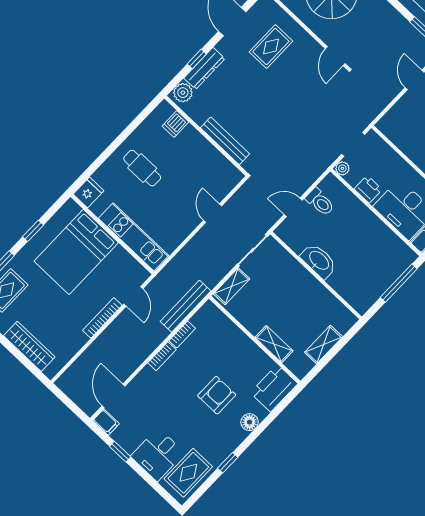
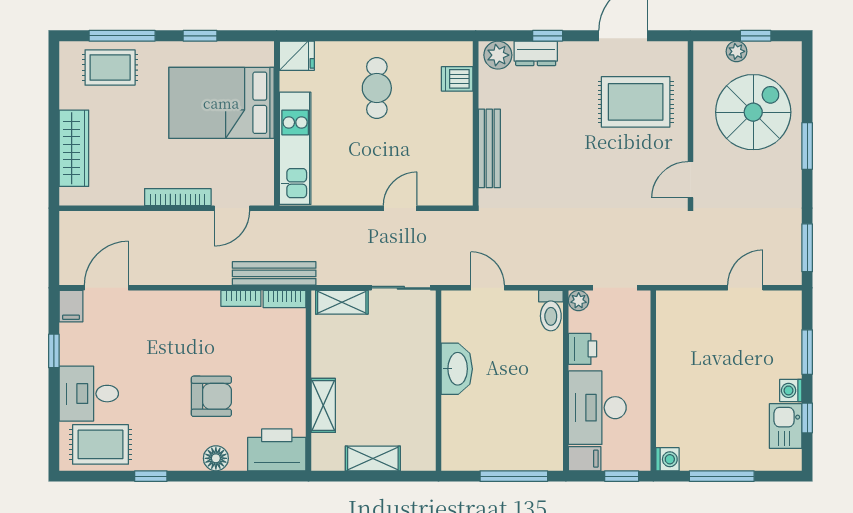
rug: (271, 47) -> (636, 102), width x1.36, depth x1.43
dresser: (204, 68) -> (536, 53), width x0.70
toilet: (320, 202) -> (551, 311), moved
bookcase: (162, 356) -> (284, 299), moved

